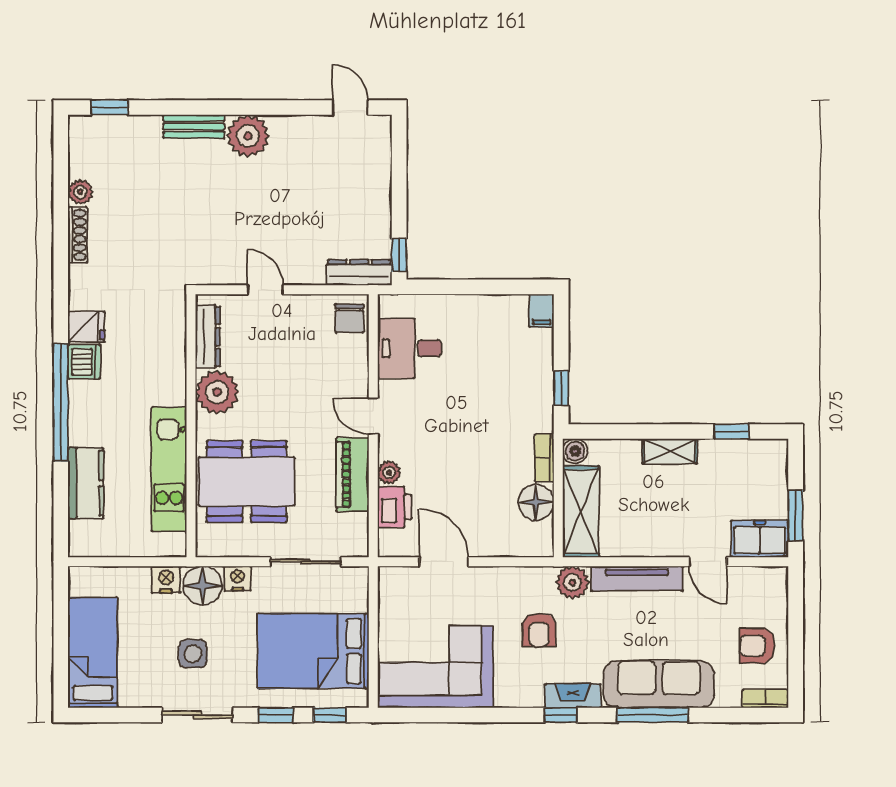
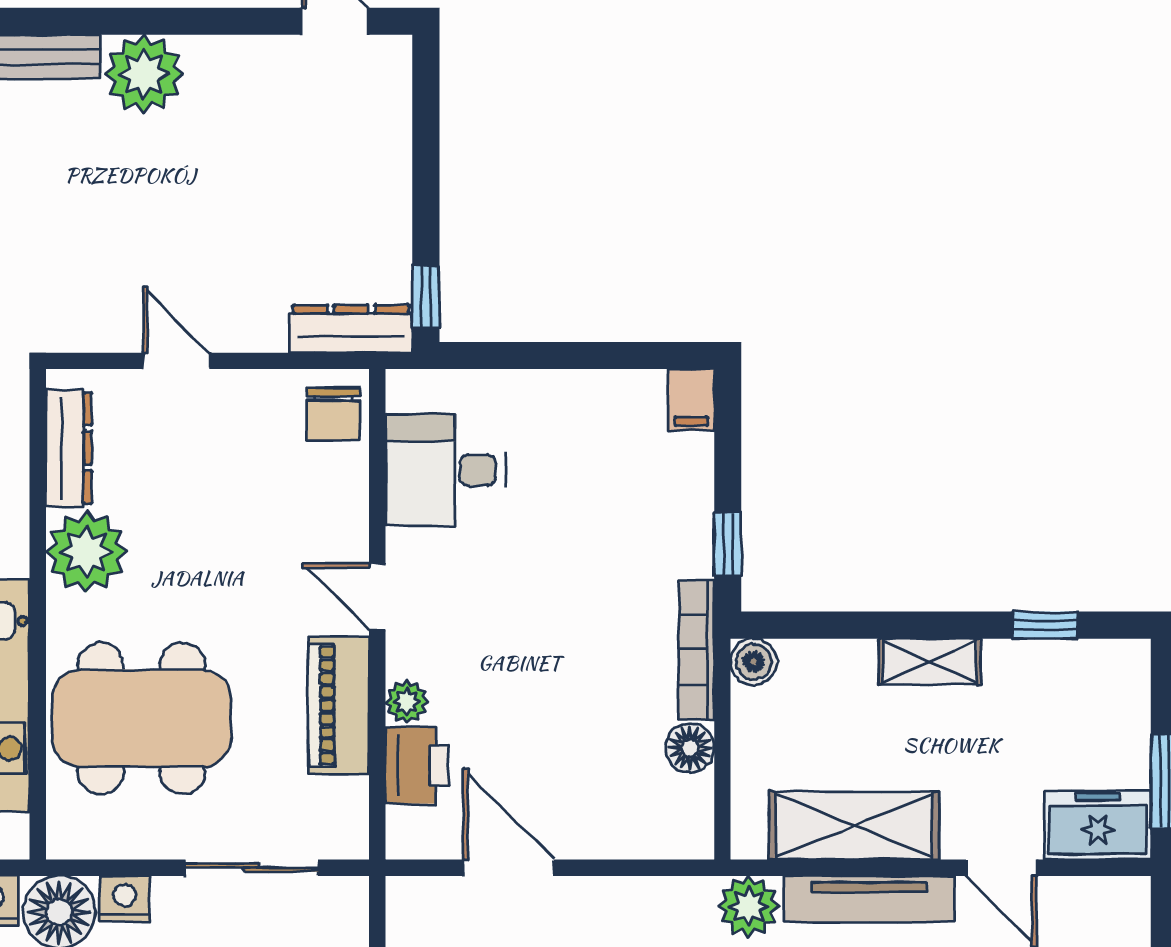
bookcase: (544, 458) -> (696, 650), width x1.56
floor lamp: (536, 502) -> (690, 748), width x0.73, depth x0.73
shelving: (581, 511) -> (854, 826), moved, turned 90

